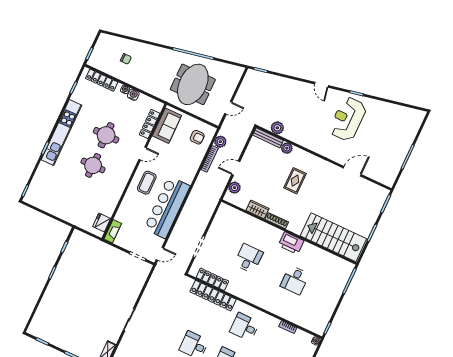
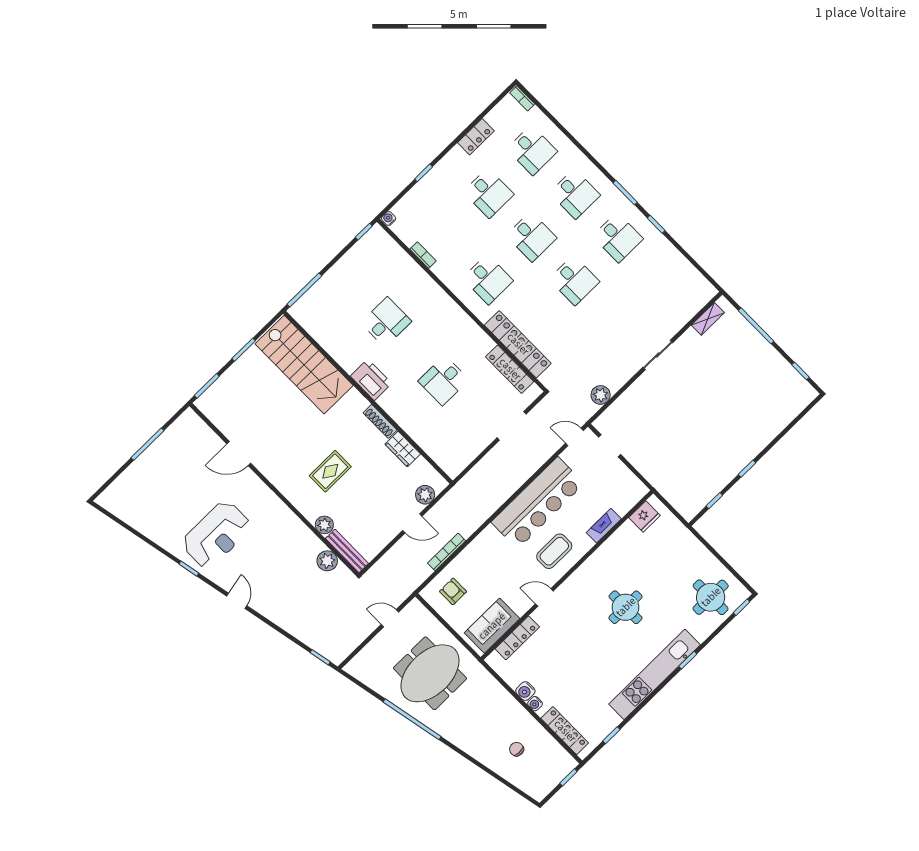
round table: (106, 135) -> (711, 597), moved
plant: (220, 142) -> (601, 395), moved
fireplace: (113, 231) -> (604, 526), moved

